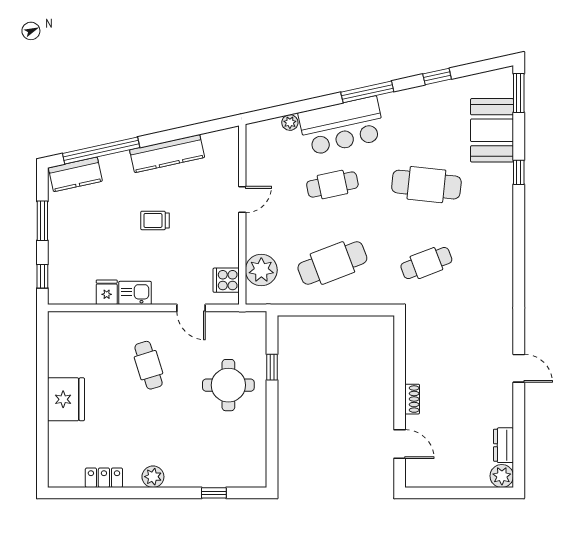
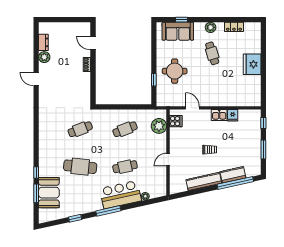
window: (519, 93) -> (36, 193), moved
kitchen counter: (75, 174) -> (233, 175), moved
cafe table: (332, 263) -> (125, 129), width x0.73, depth x0.74
cafe table: (149, 365) -> (212, 53), moved
sofa: (222, 469) -> (178, 31), added
plant: (502, 476) -> (44, 57), moved

